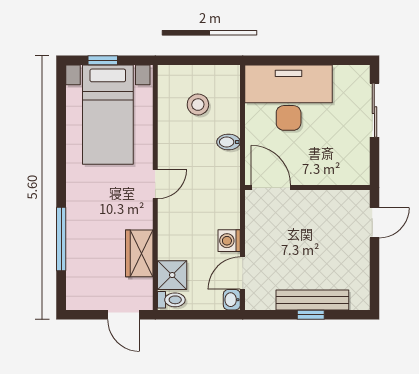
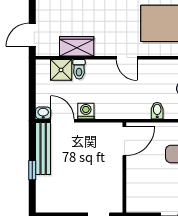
toilet: (171, 300) -> (79, 69), moved
bench: (312, 300) -> (43, 149), moved

